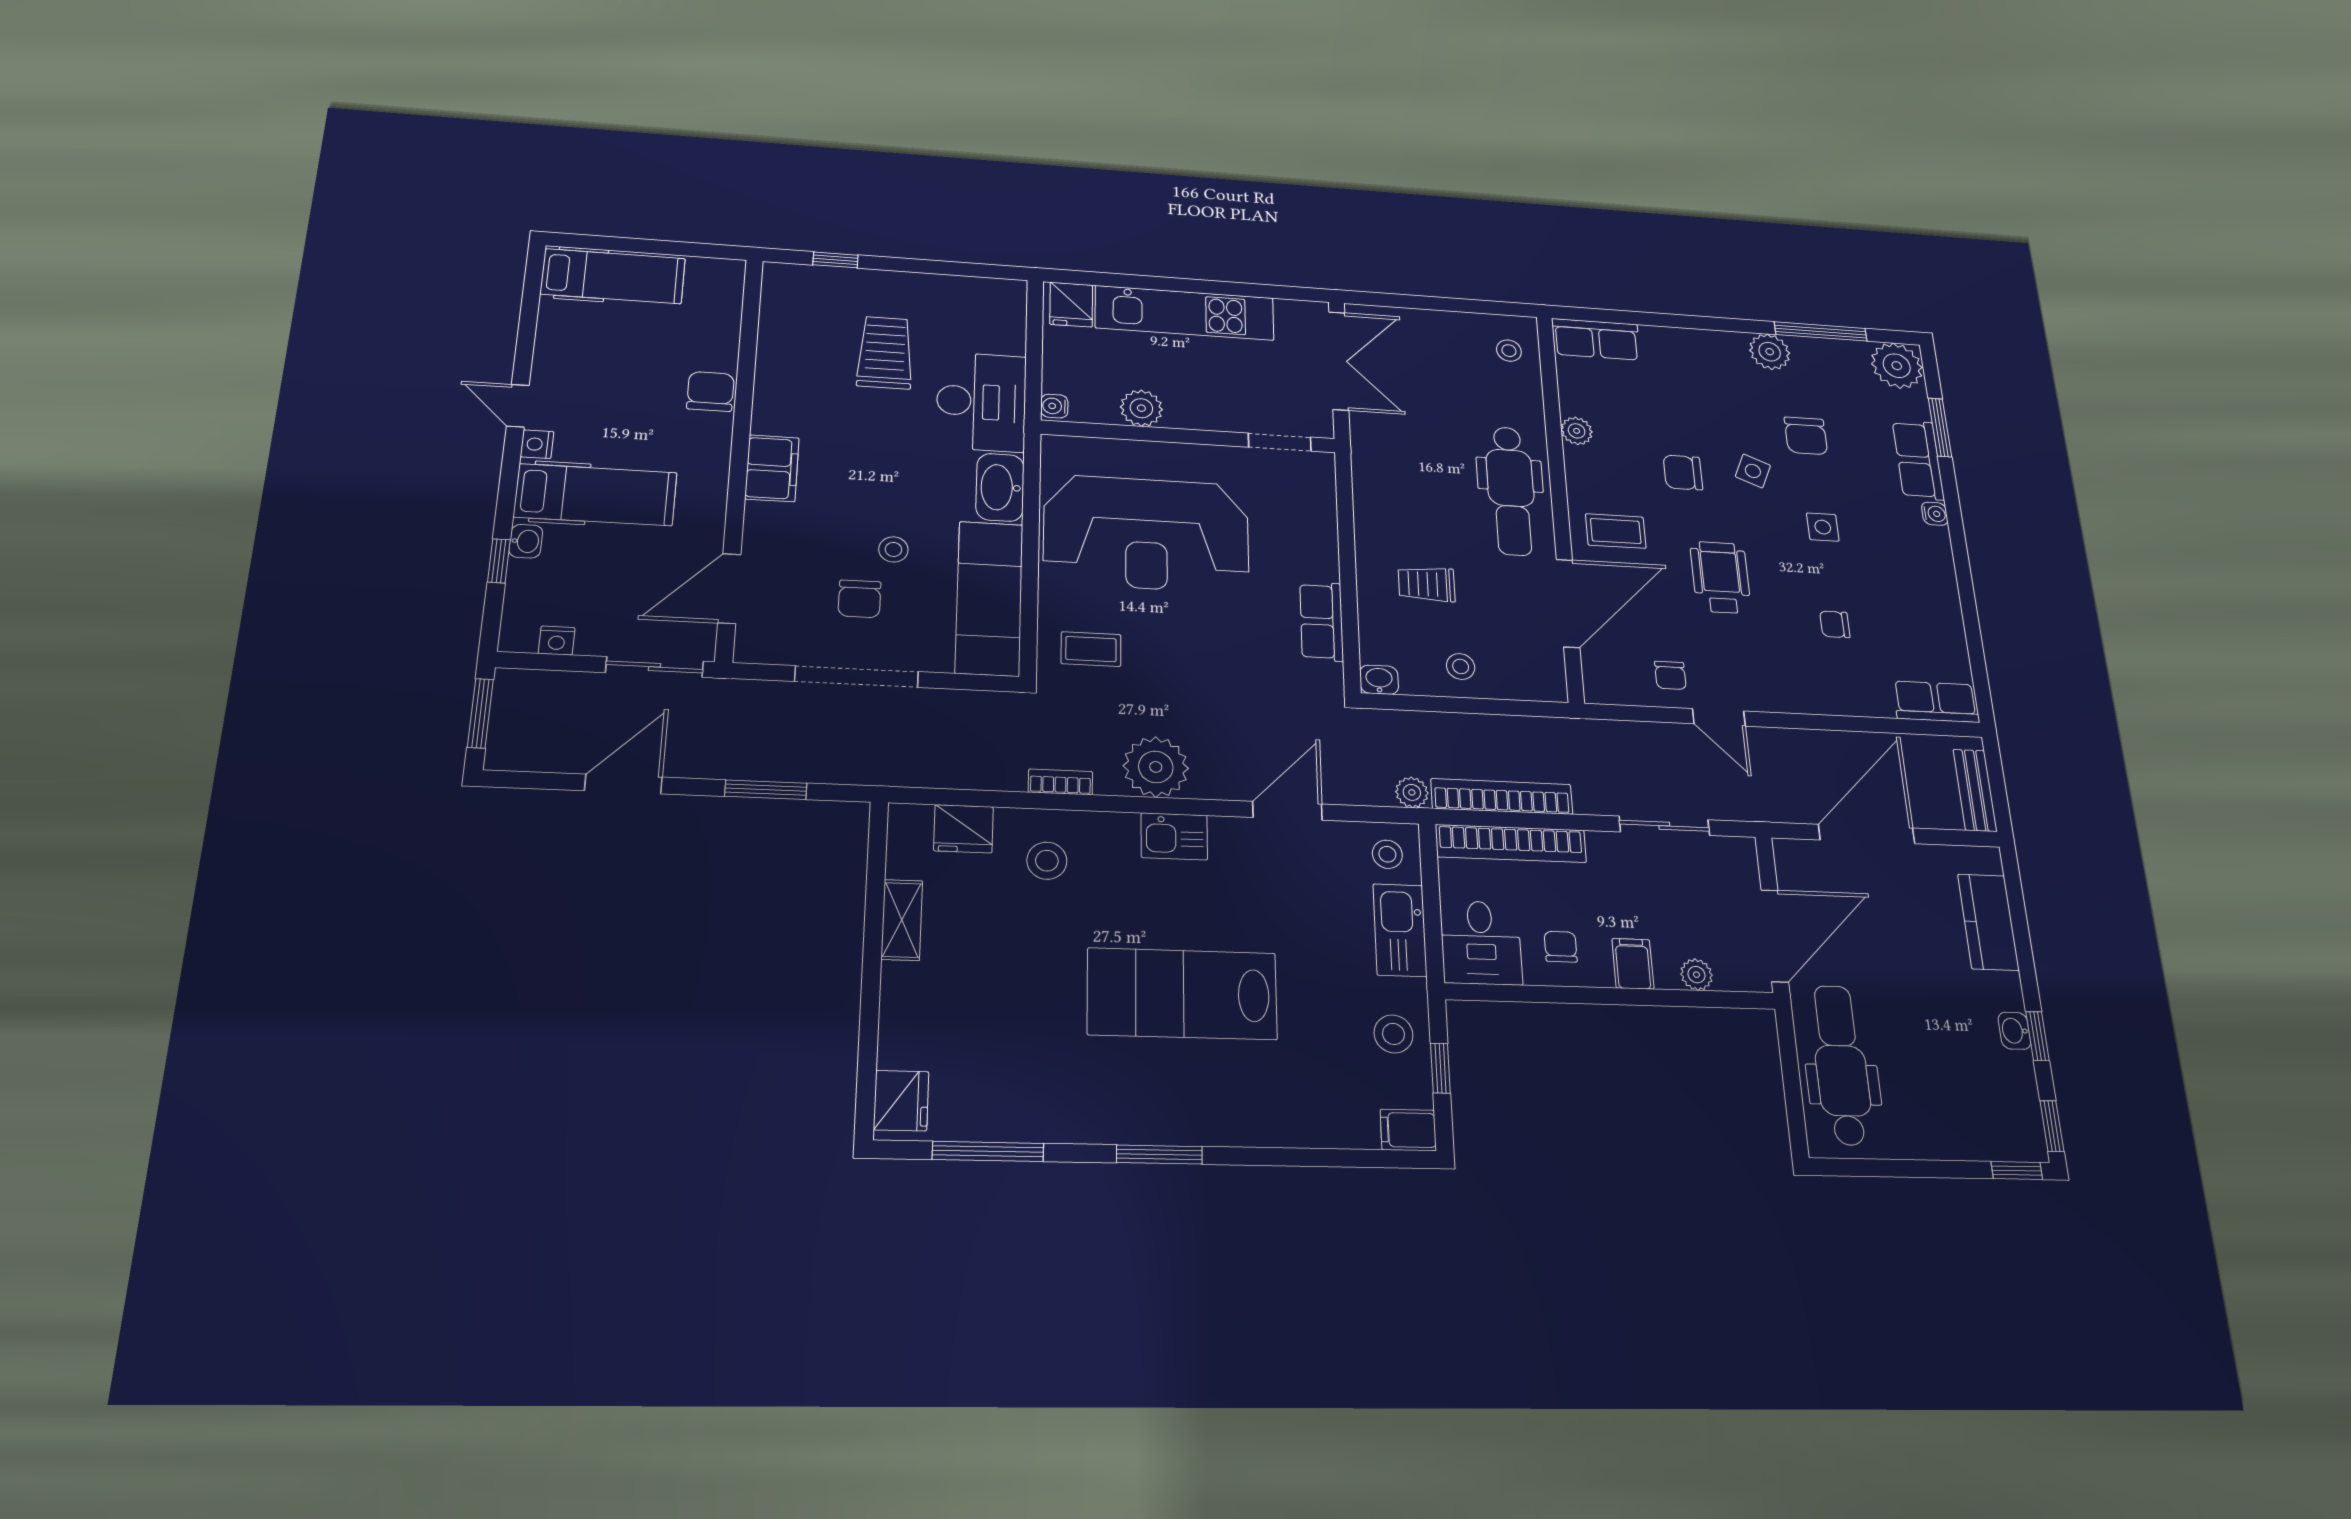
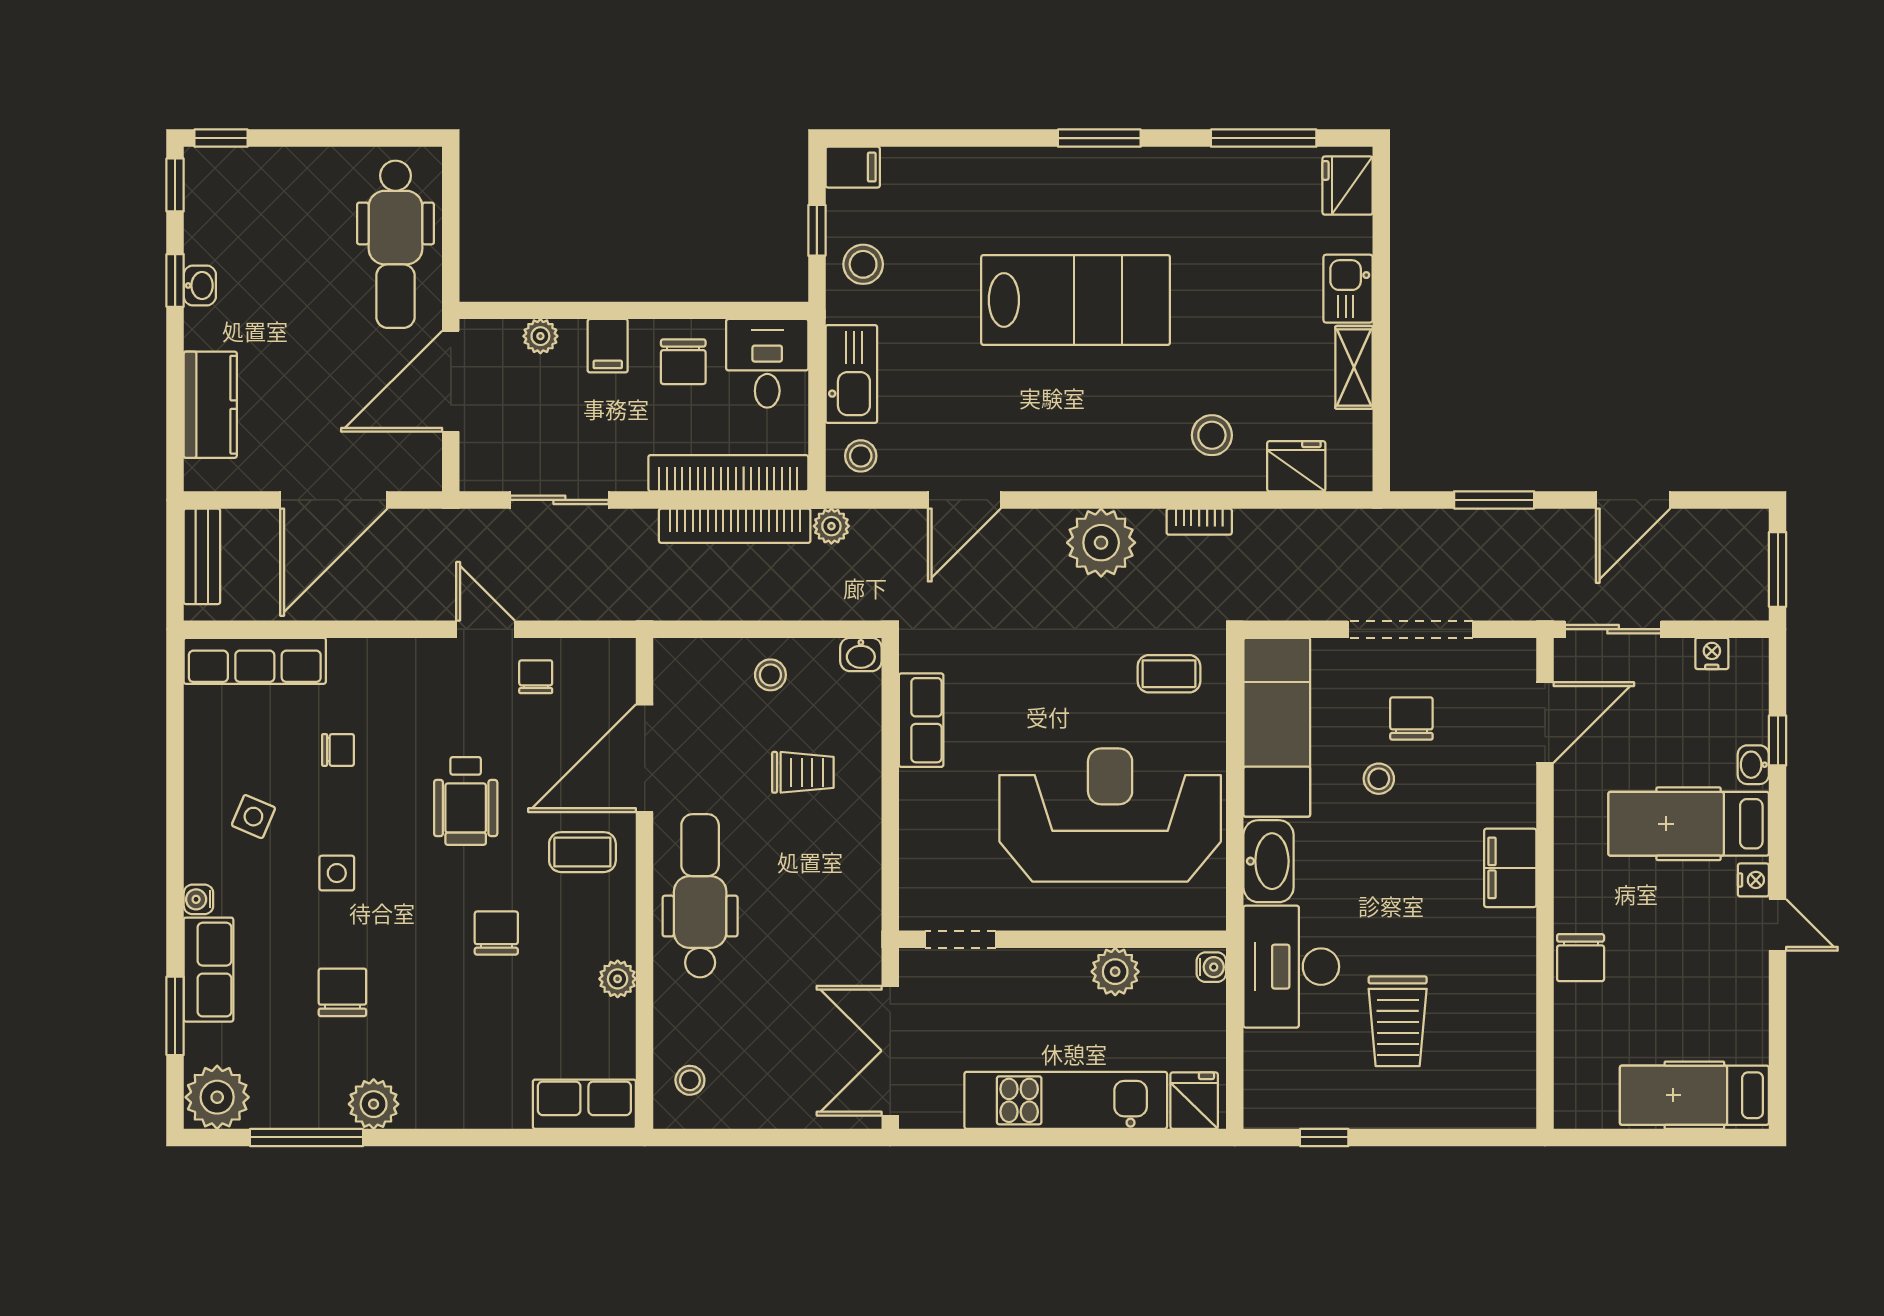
window: (835, 260) -> (1324, 1137), moved
side table: (1753, 471) -> (253, 817), moved
chair: (1683, 473) -> (496, 933), turned -90
row of seats: (1936, 702) -> (255, 661), width x1.48
kitchen sink: (1174, 836) -> (1348, 289), moved, turned -90
chair: (1561, 947) -> (683, 362), width x1.37, depth x1.37

